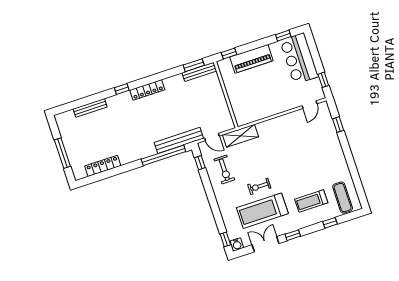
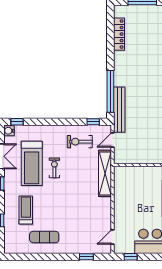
door: (310, 105) -> (112, 237), hinge flipped
shelving: (240, 136) -> (105, 173), width x1.47
exercise mat: (343, 198) -> (44, 237), moved
treadmill: (262, 211) -> (32, 163), turned 180

